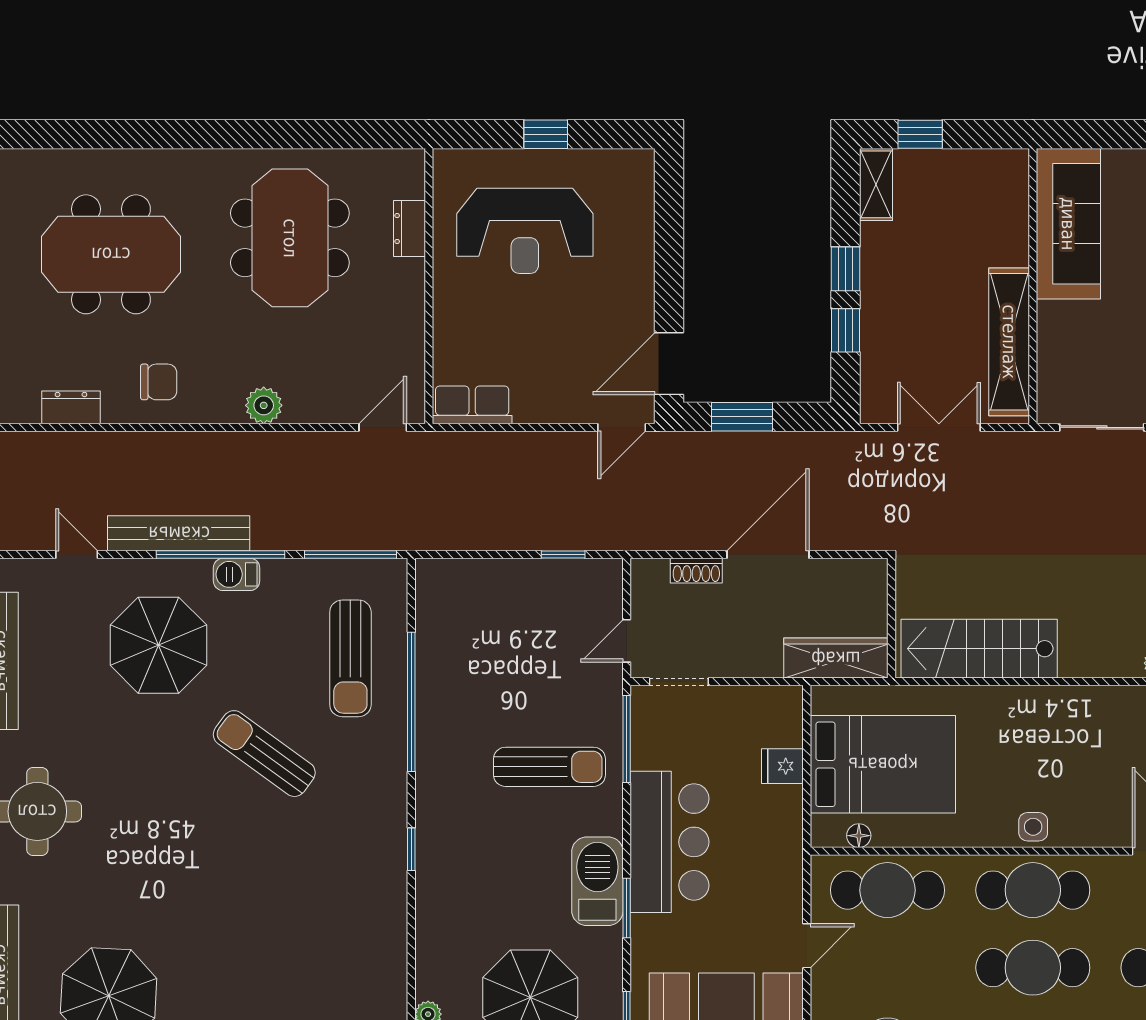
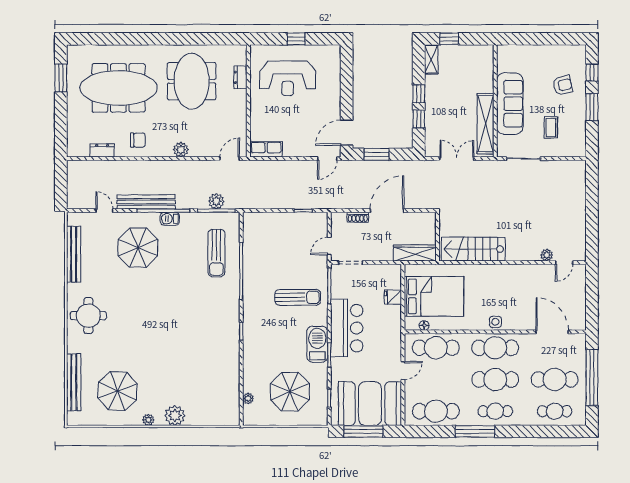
sofa: (1068, 224) -> (510, 104), moved
meeting table: (111, 254) -> (118, 88), width x1.36
plant: (351, 532) -> (216, 201), added
sun lounger: (264, 754) -> (181, 292), removed

